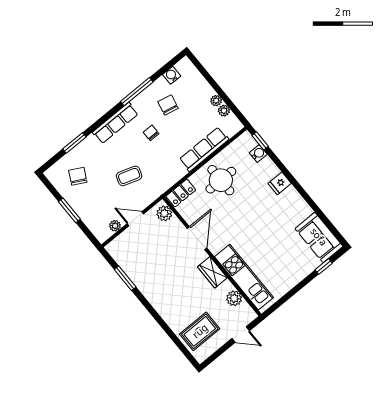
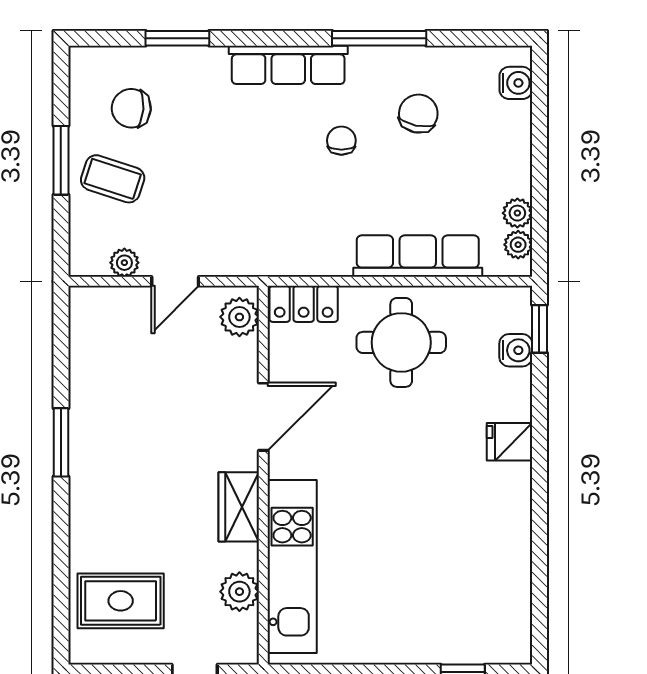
water cooler: (172, 75) -> (516, 83), moved, turned 90
plant: (216, 101) -> (518, 245), moved
chair: (78, 176) -> (131, 108), turned -114
coffee table: (129, 176) -> (113, 179), moved
door: (135, 219) -> (175, 281), swing flipped
sofa: (319, 237) -> (500, 609), removed
window: (125, 278) -> (61, 442), moved

